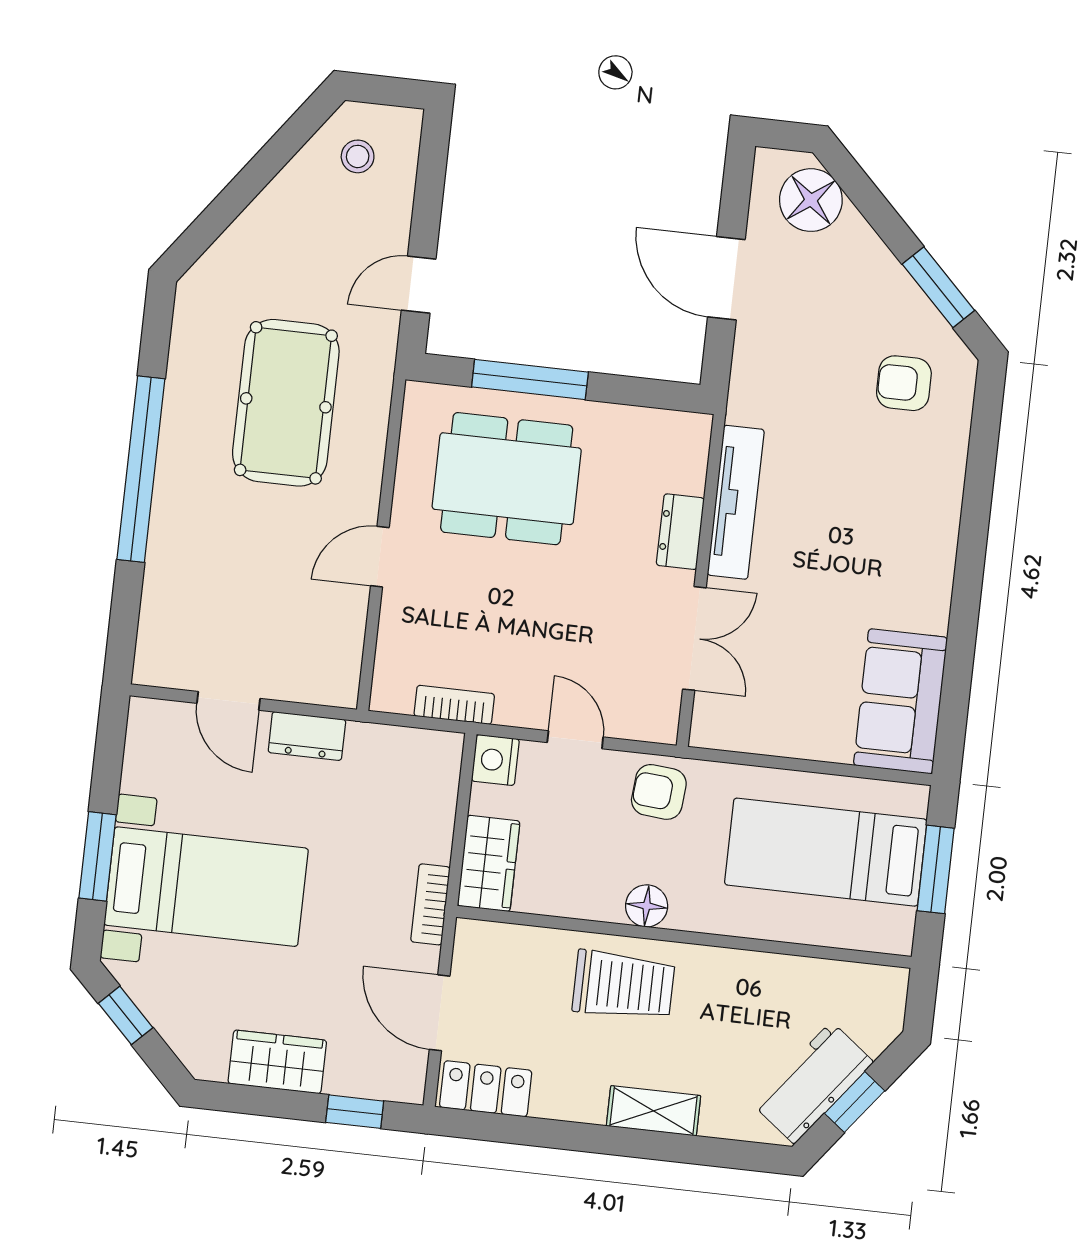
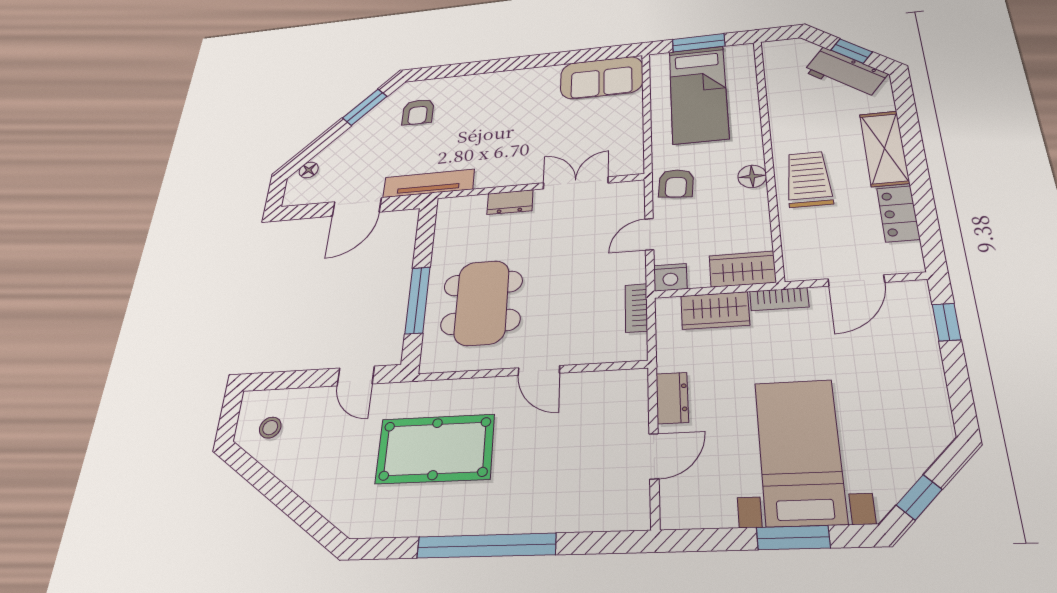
floor lamp: (811, 200) -> (309, 170), width x0.53, depth x0.53
tv unit: (736, 502) -> (429, 183), moved
wardrobe: (277, 1062) -> (715, 311), moved, turned -90
locker: (486, 1089) -> (898, 214), moved
shelving: (654, 1111) -> (884, 148), width x1.50, depth x1.33

